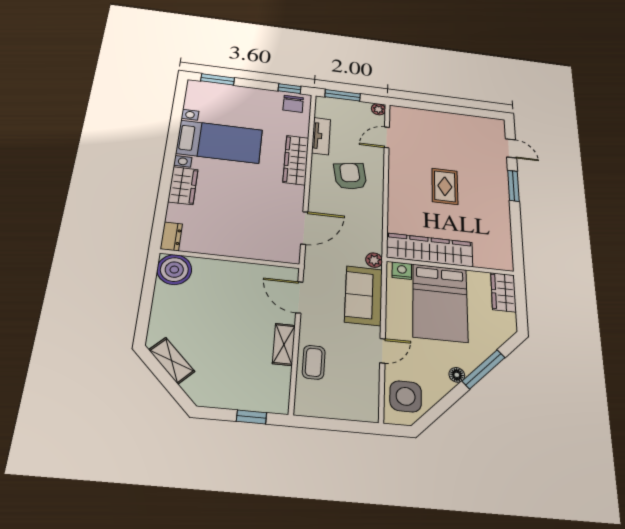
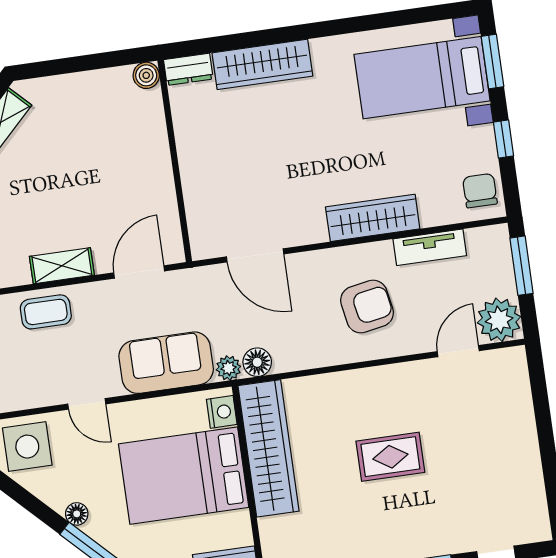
window: (290, 89) -> (503, 139), moved
chair: (293, 104) -> (480, 191), turned 90
plant: (378, 109) -> (499, 320), width x1.88, depth x1.88
door: (387, 137) -> (458, 351), hinge flipped
bed with nightstands: (219, 142) -> (422, 78), moved, turned 90
wardrobe: (183, 186) -> (262, 64), width x1.50
floor lamp: (373, 243) -> (257, 362), added
boiler: (174, 270) -> (146, 75), width x0.54, depth x0.54

